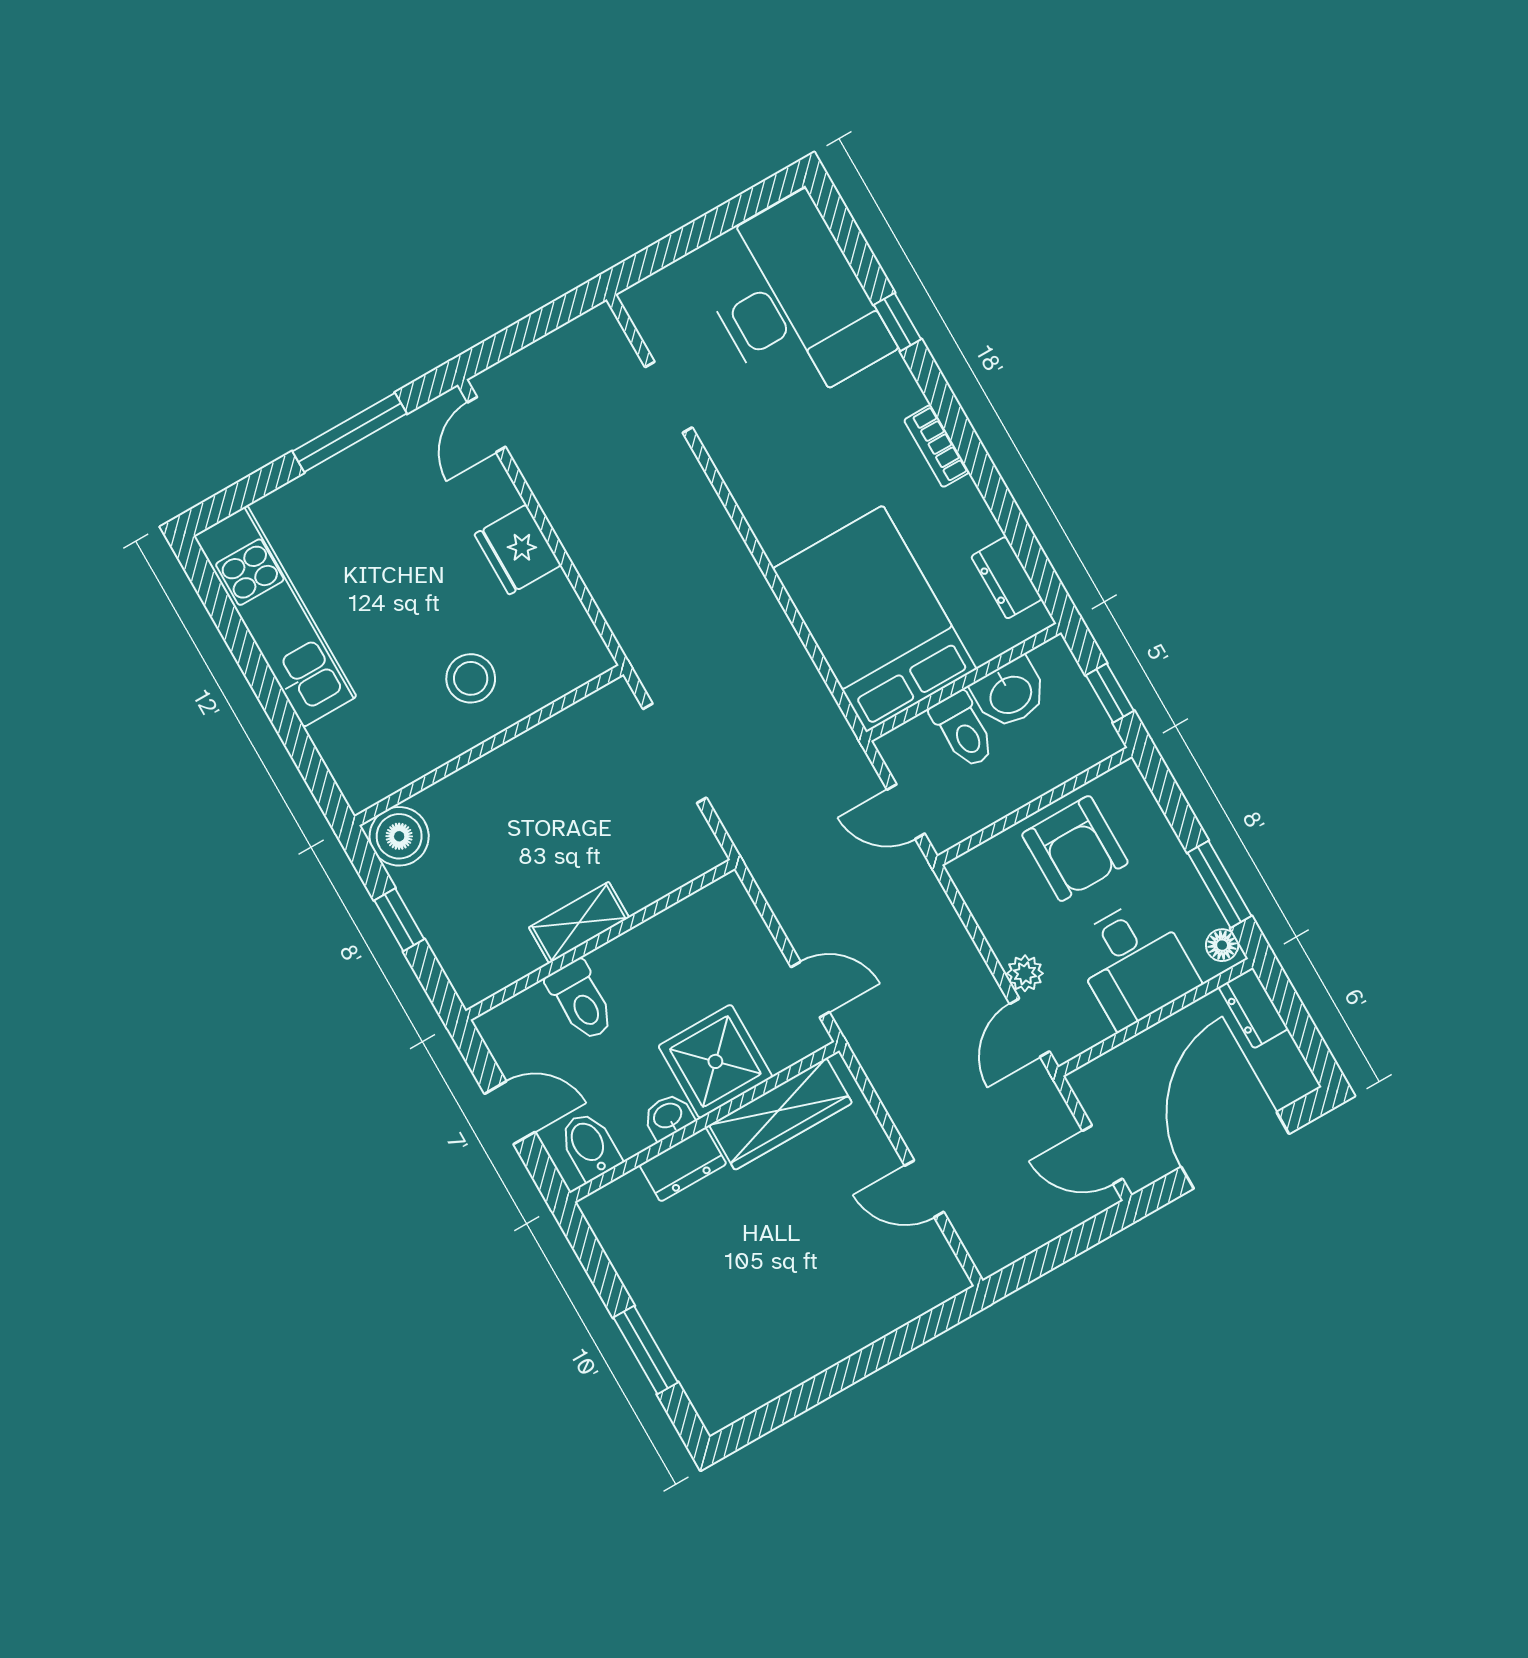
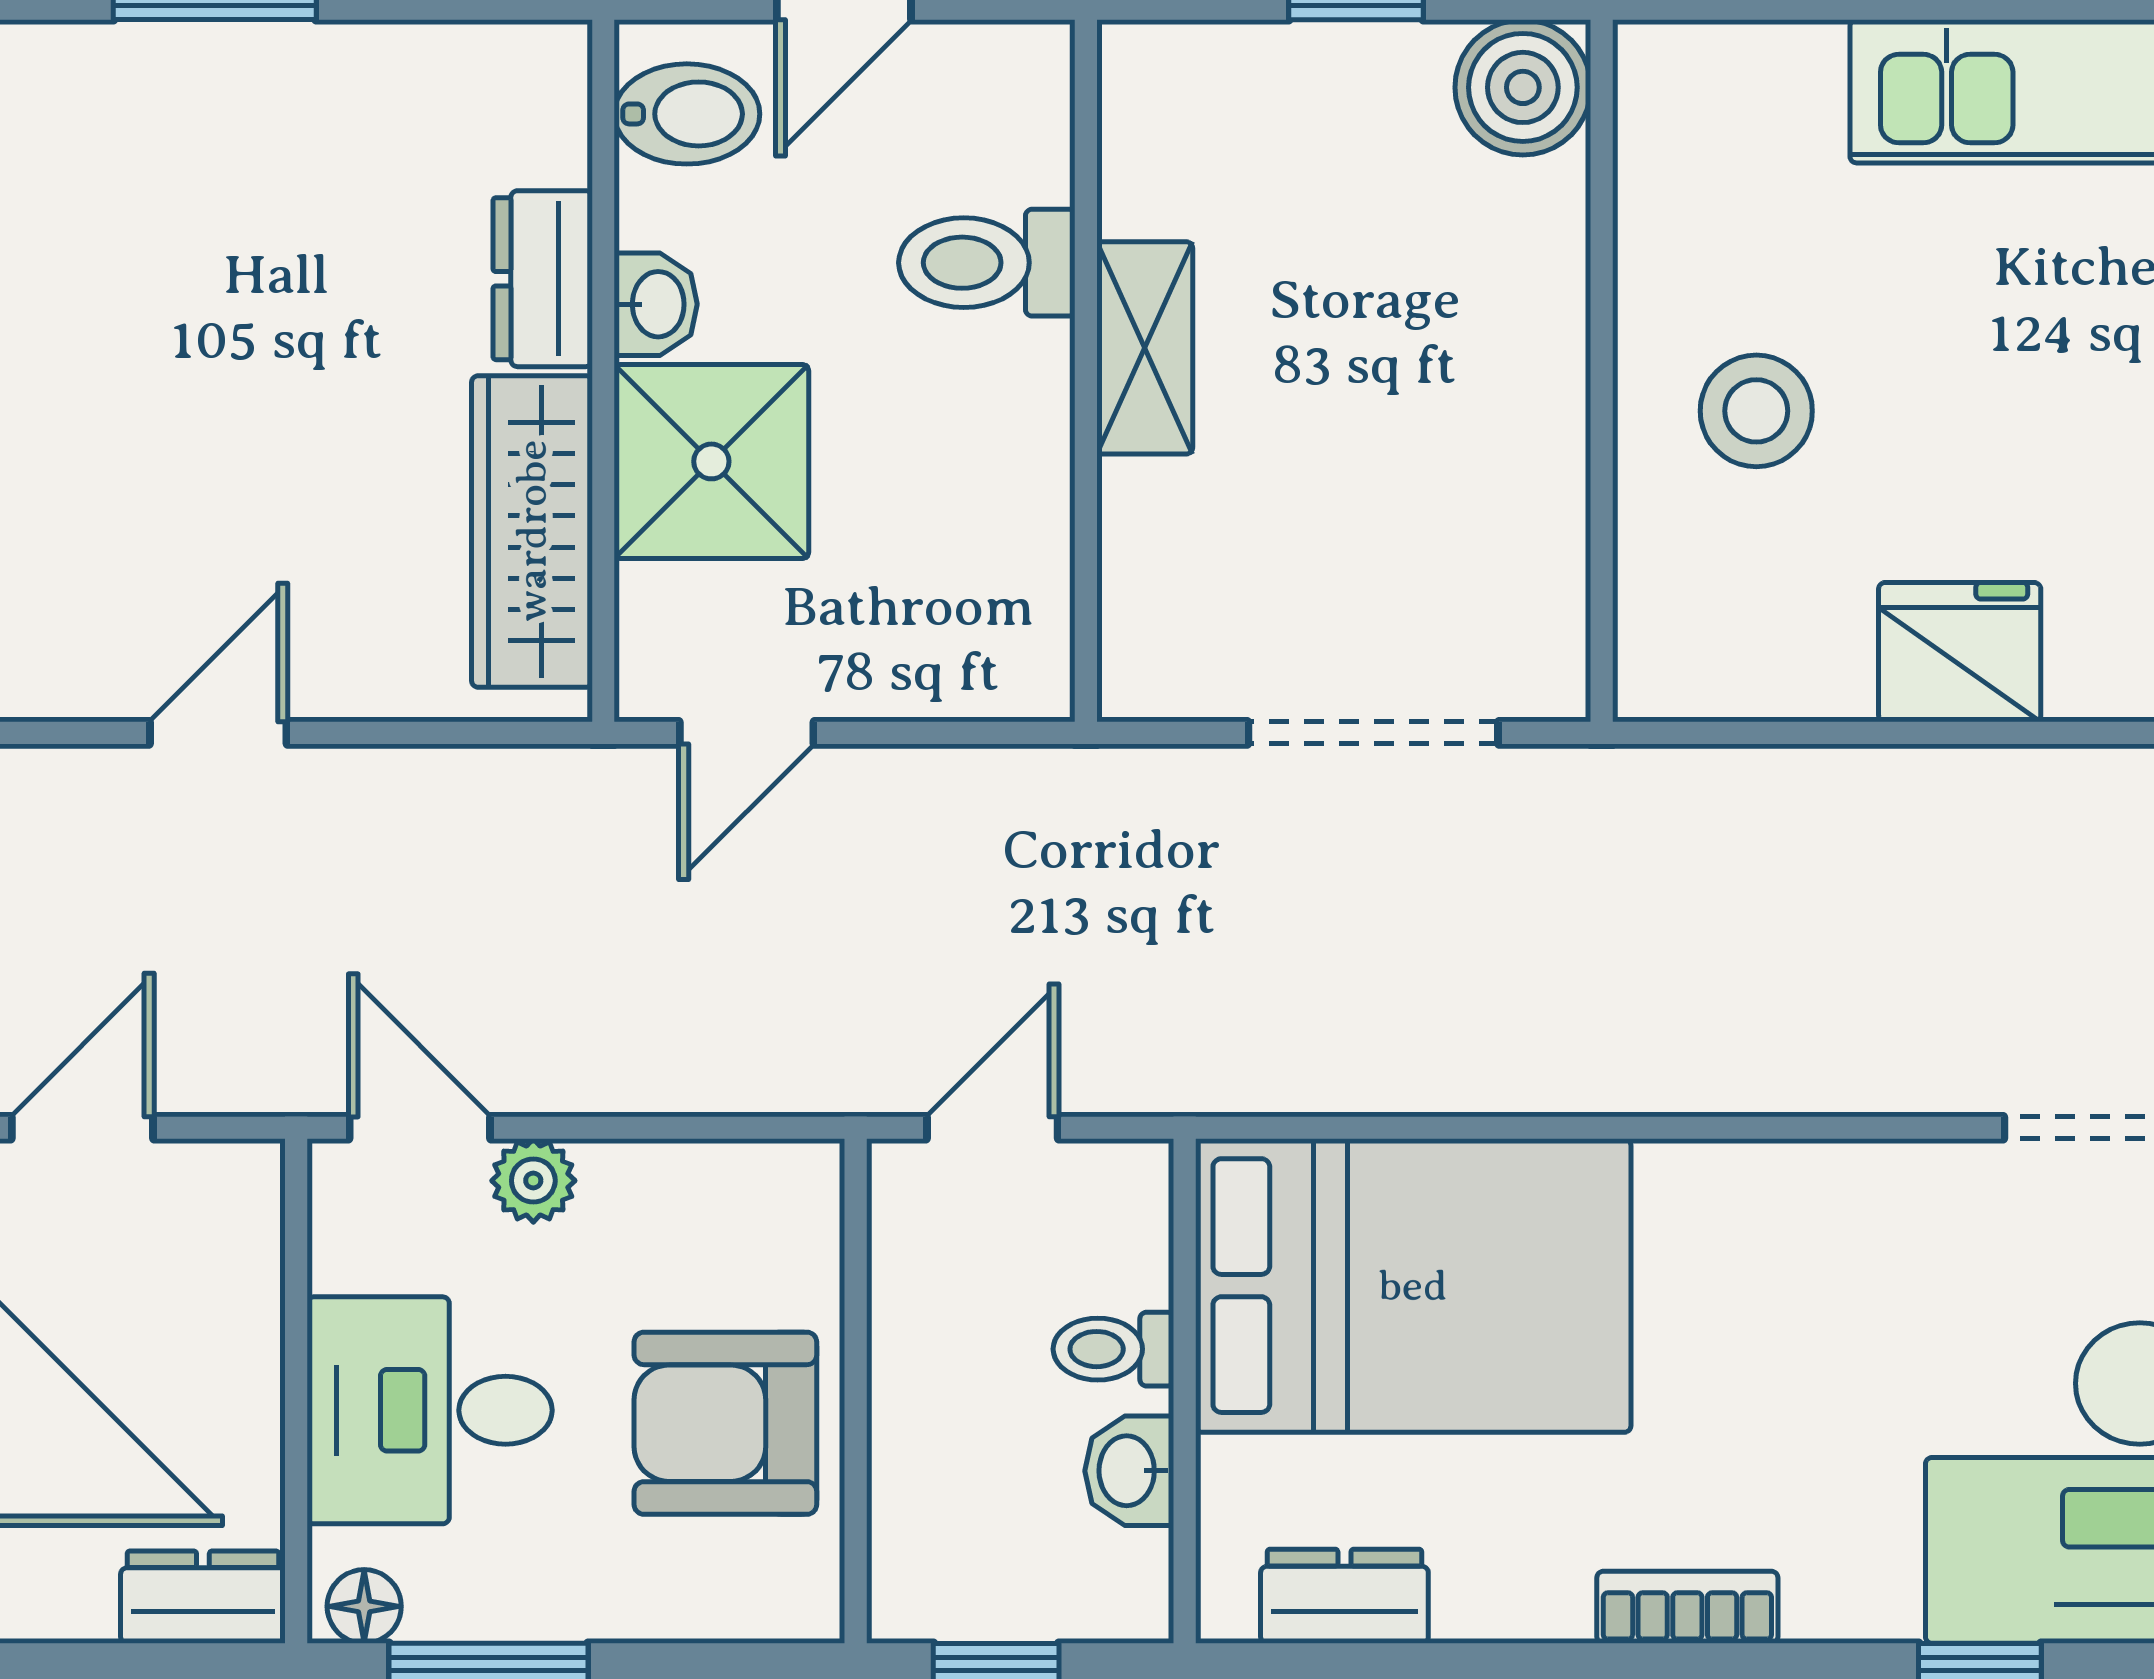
washbasin: (1010, 693) -> (1129, 1471), width x0.72, depth x0.69
toilet: (963, 730) -> (1113, 1349), width x0.73, depth x0.72

